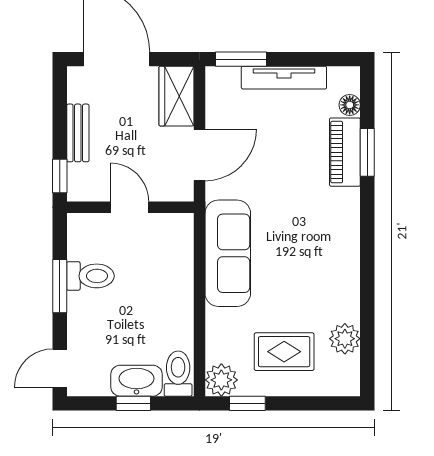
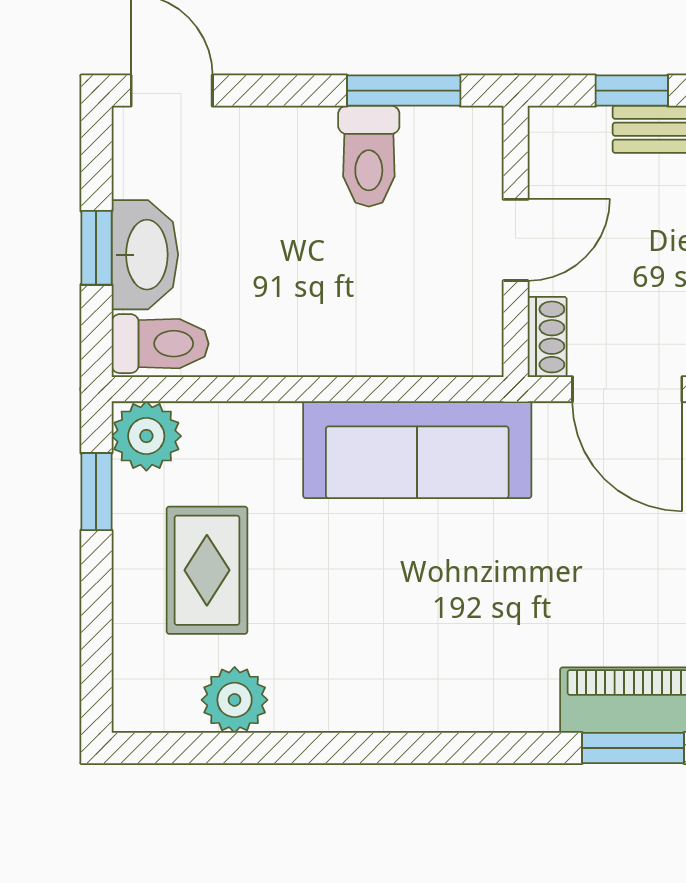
window: (60, 176) -> (632, 91), moved
shoe rack: (175, 192) -> (547, 337), added
window: (60, 286) -> (404, 91), moved

